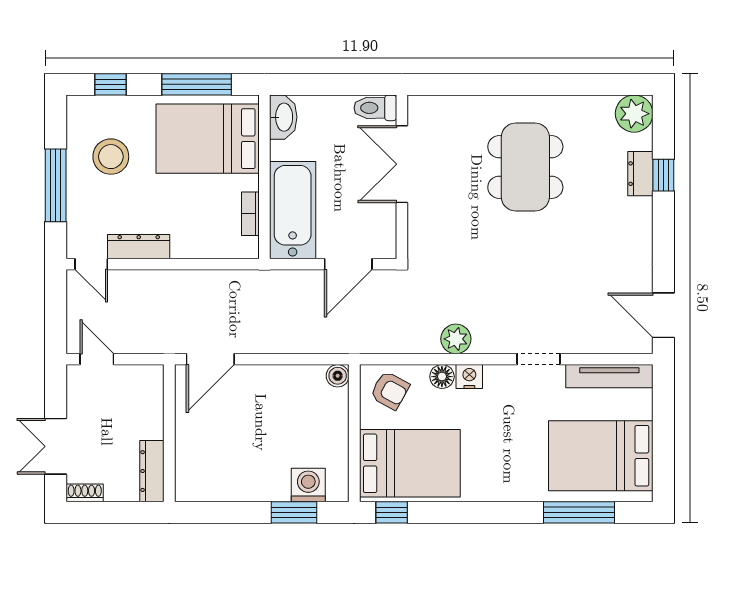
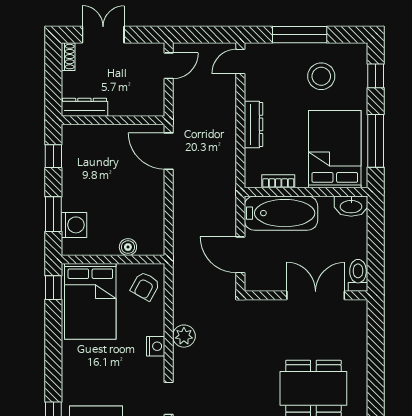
dresser: (139, 247) -> (253, 124), moved
boiler: (338, 376) -> (128, 247), moved
floor lamp: (442, 377) -> (156, 326), removed
window: (217, 512) -> (53, 156), added

